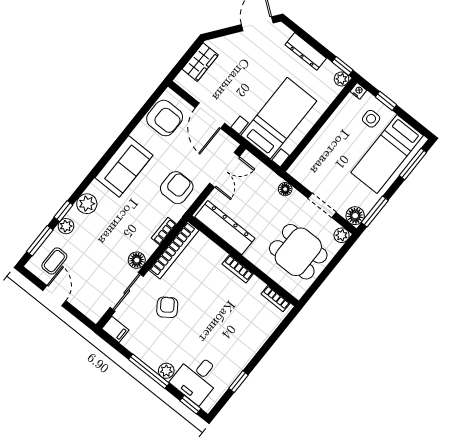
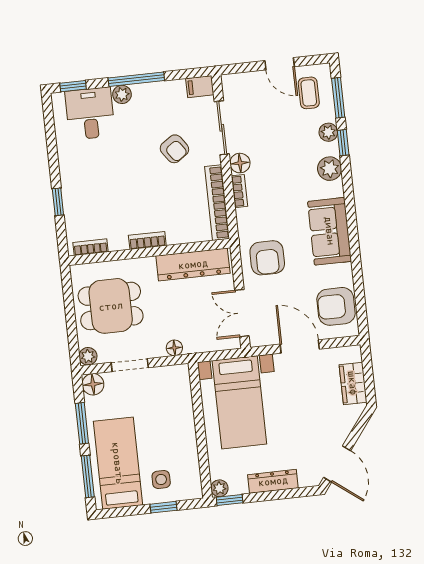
nightstand: (358, 91) -> (195, 492), removed
window: (375, 211) -> (82, 423), moved
bookcase: (164, 231) -> (240, 191), moved
window: (238, 382) -> (58, 202), moved

